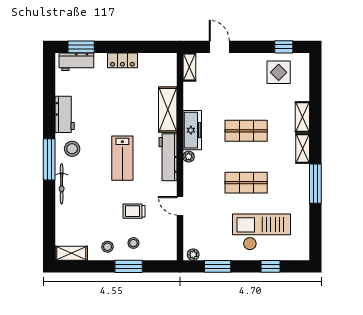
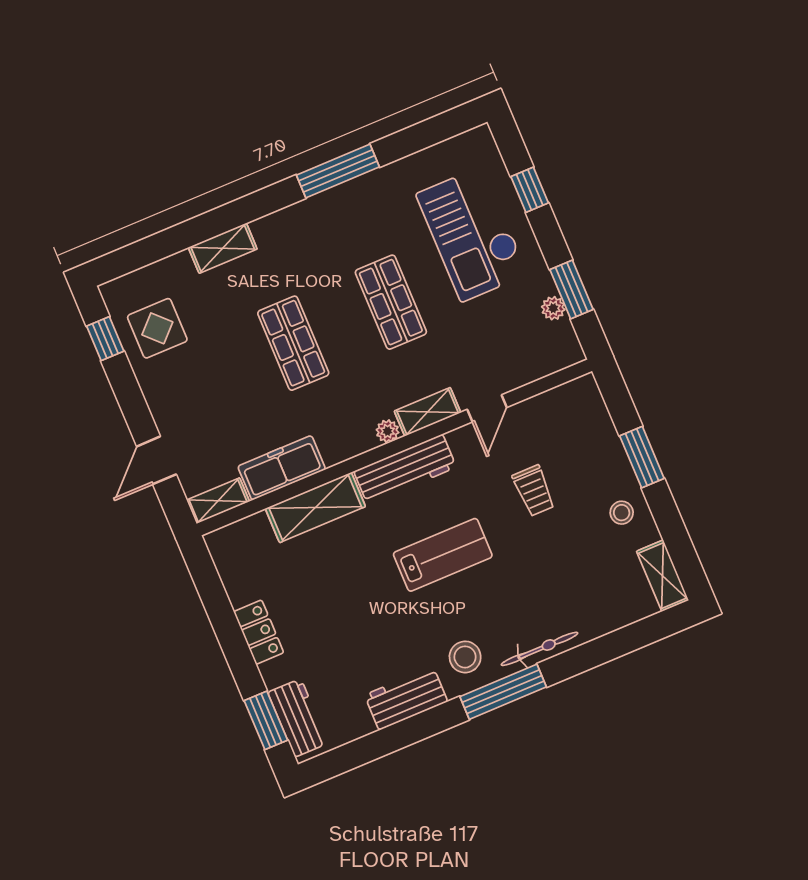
freezer: (192, 130) -> (282, 468), moved
shelving: (303, 149) -> (428, 412), moved
stool: (133, 243) -> (594, 467), removed
plant: (193, 255) -> (553, 308), moved

